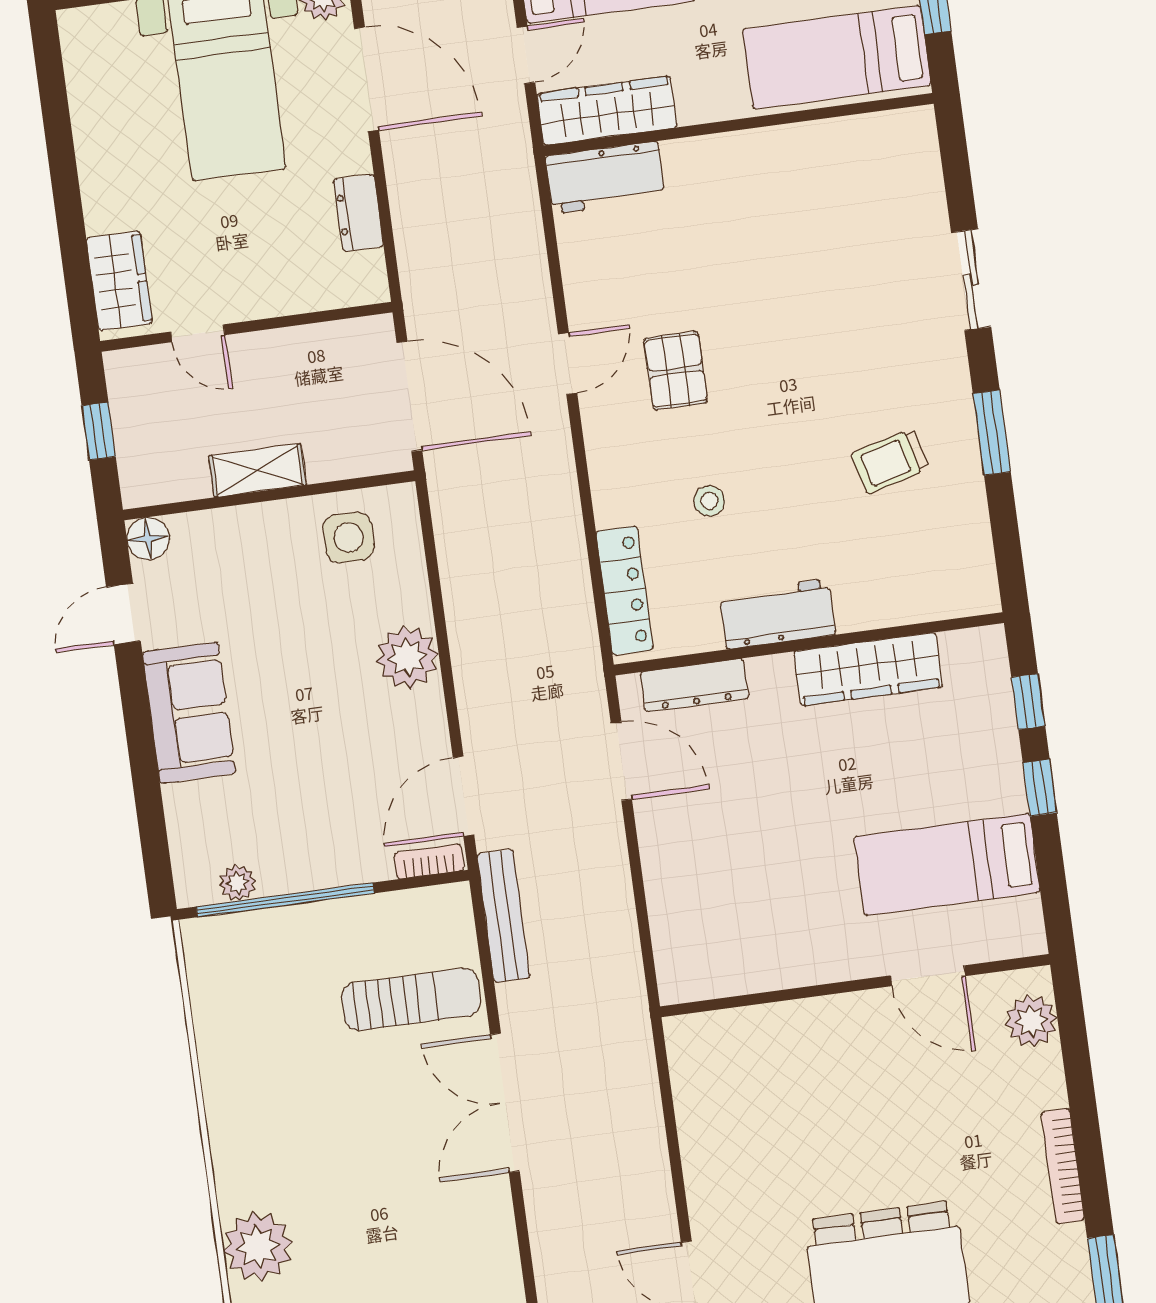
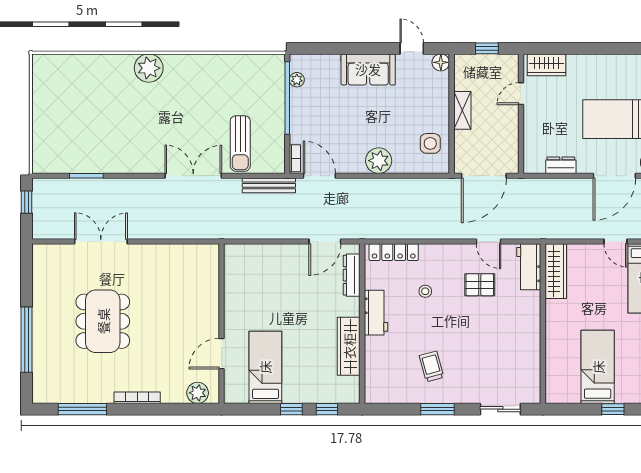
wardrobe: (607, 111) -> (556, 271), moved
wall: (739, 125) -> (543, 324), moved
workbench: (605, 178) -> (529, 267), moved

